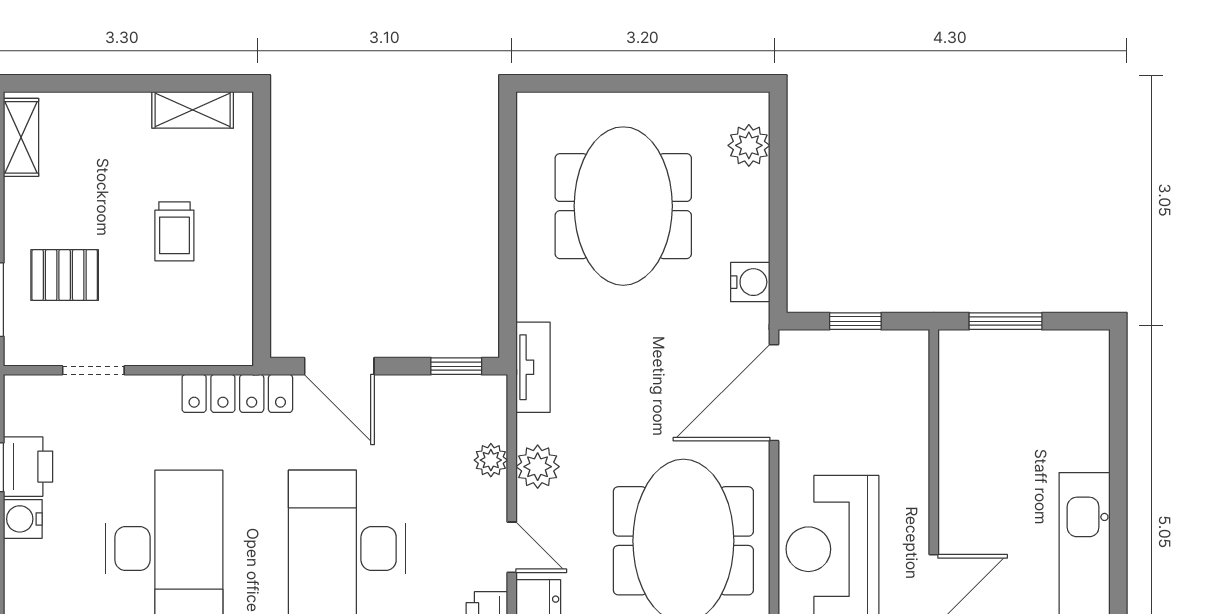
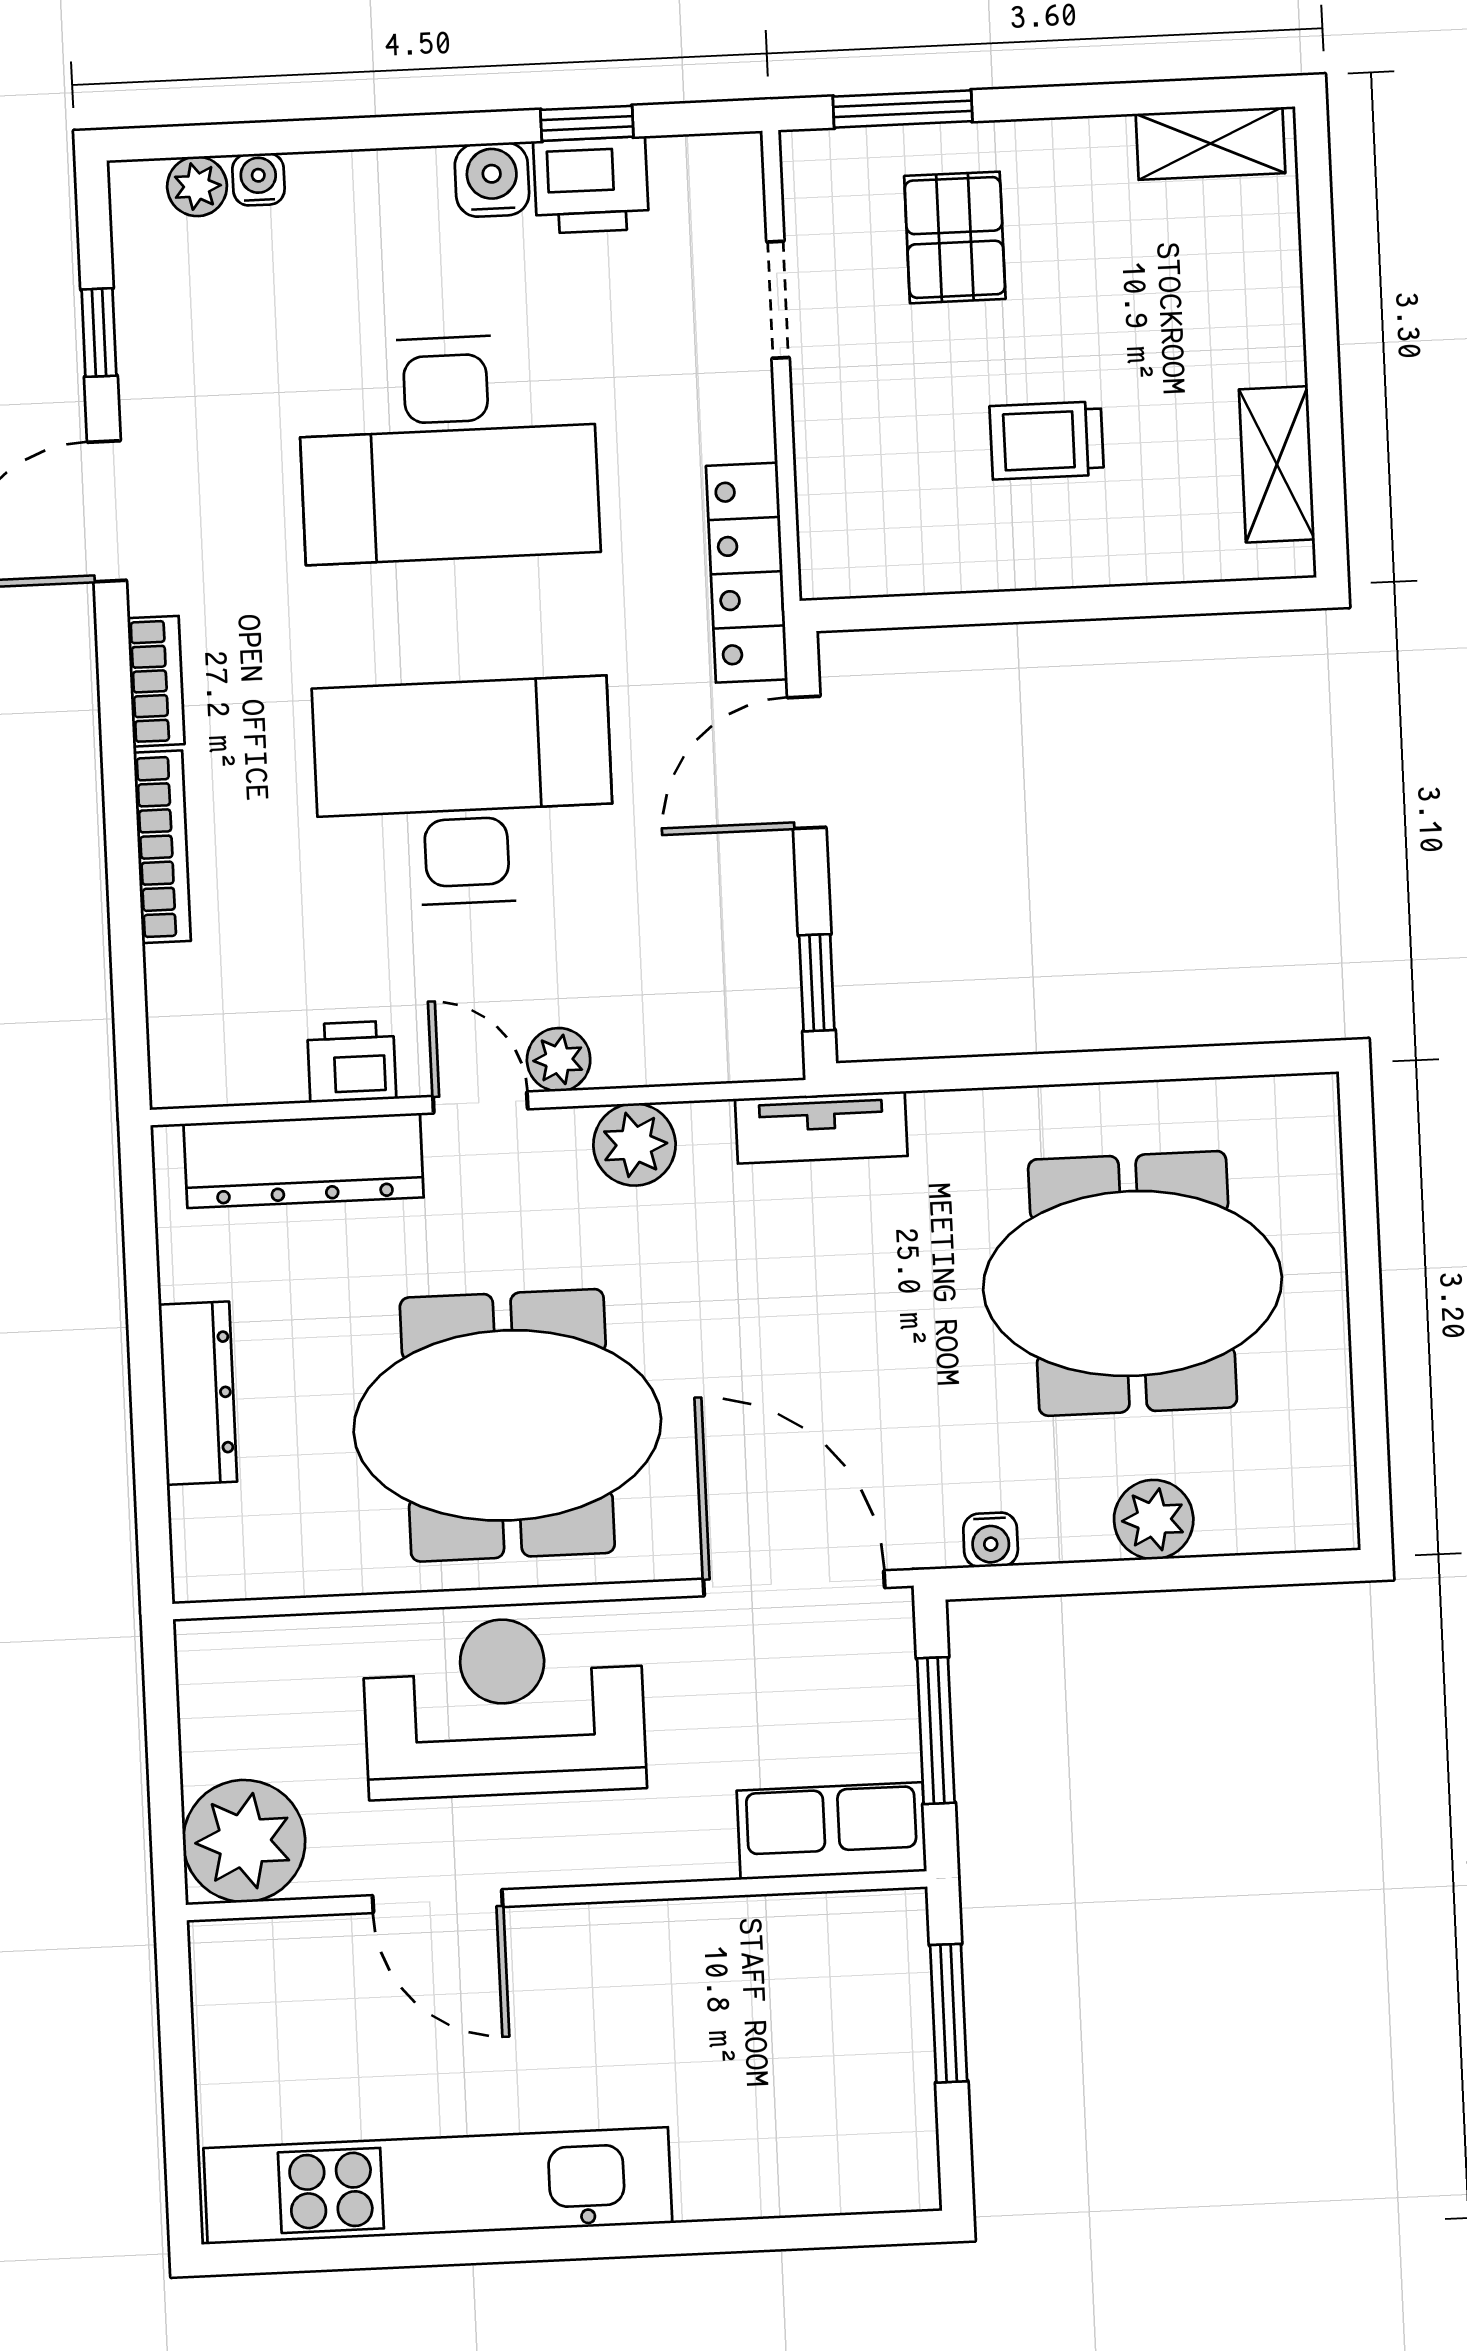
plant: (749, 145) -> (1154, 1520), moved
water cooler: (750, 282) -> (991, 1540), width x0.72, depth x0.72
window: (855, 321) -> (936, 1731), width x1.50
row of seats: (906, 379) -> (832, 1831), added
plant: (491, 460) -> (559, 1060), moved
door: (512, 547) -> (480, 1103), swing flipped

